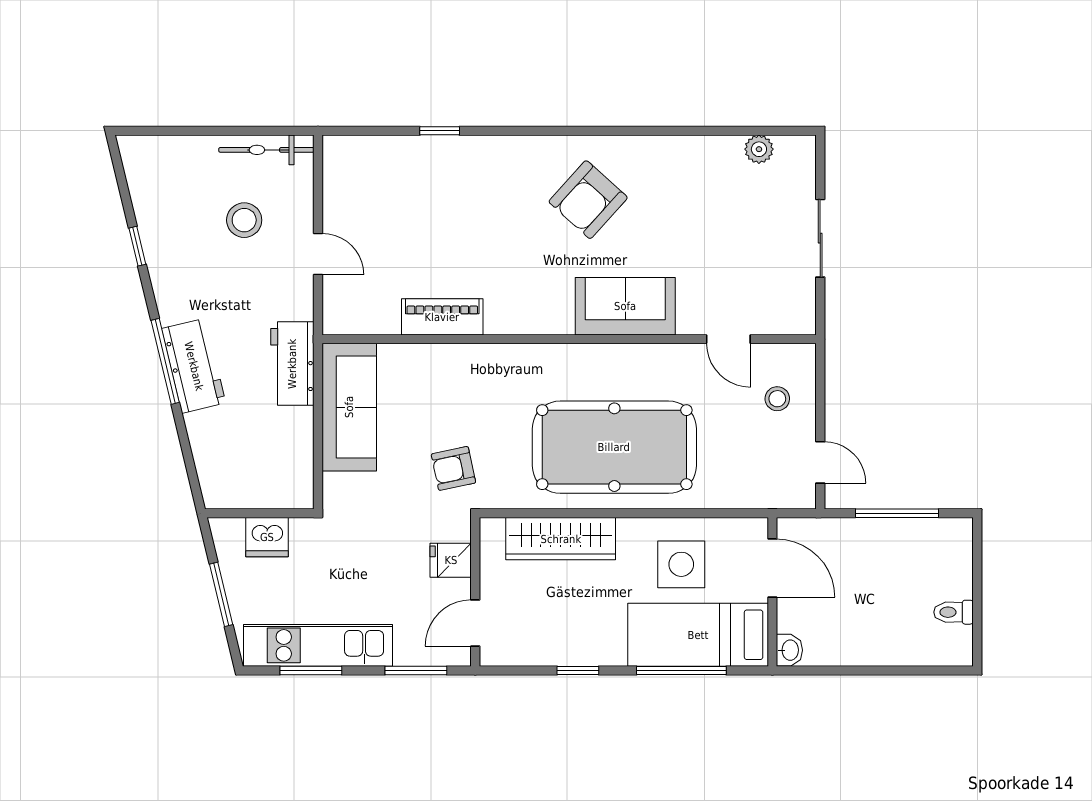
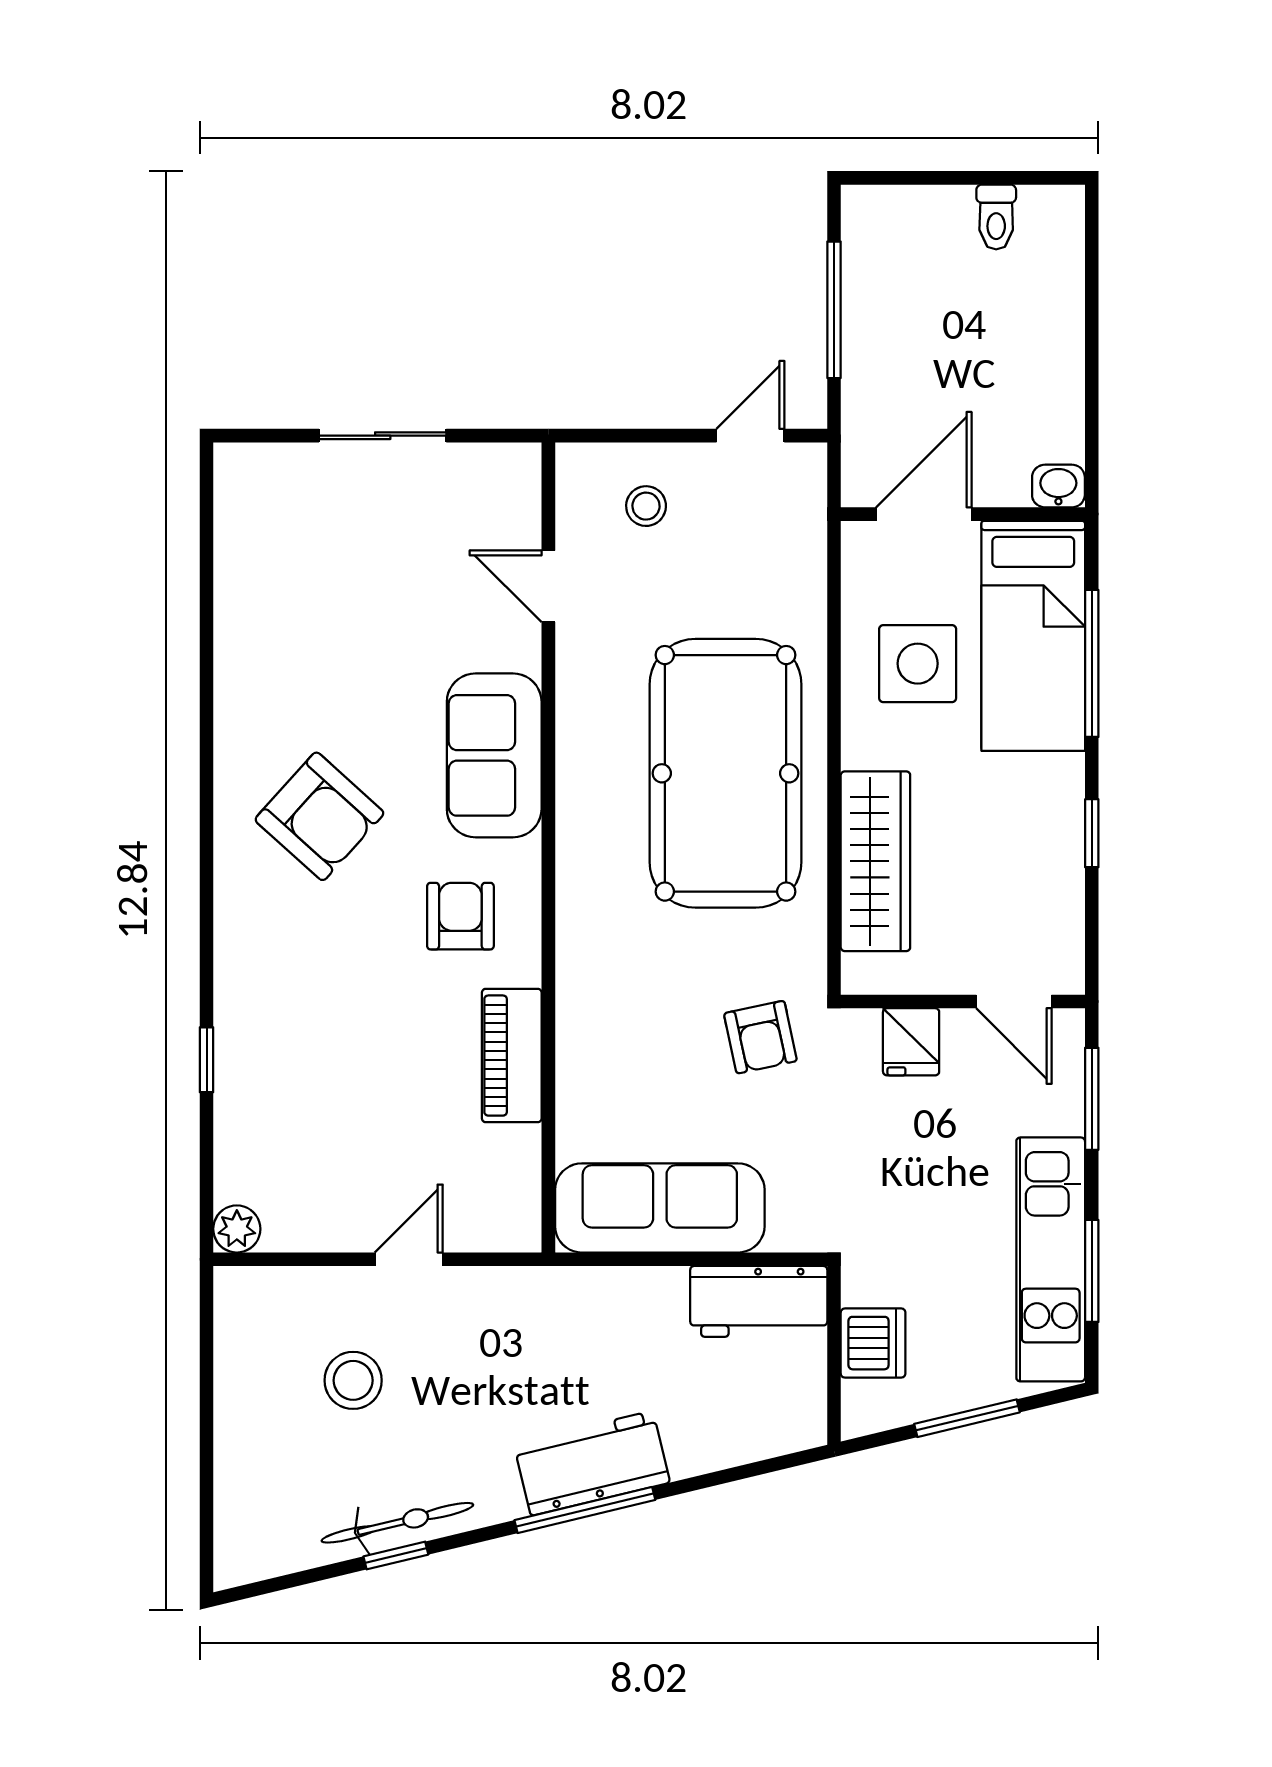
plant: (759, 149) -> (237, 1229), moved
bicycle: (266, 150) -> (397, 1523), moved, turned -104
armchair: (527, 286) -> (460, 916), added
door: (728, 339) -> (548, 586), swing flipped
workbench: (292, 364) -> (759, 1301), moved

